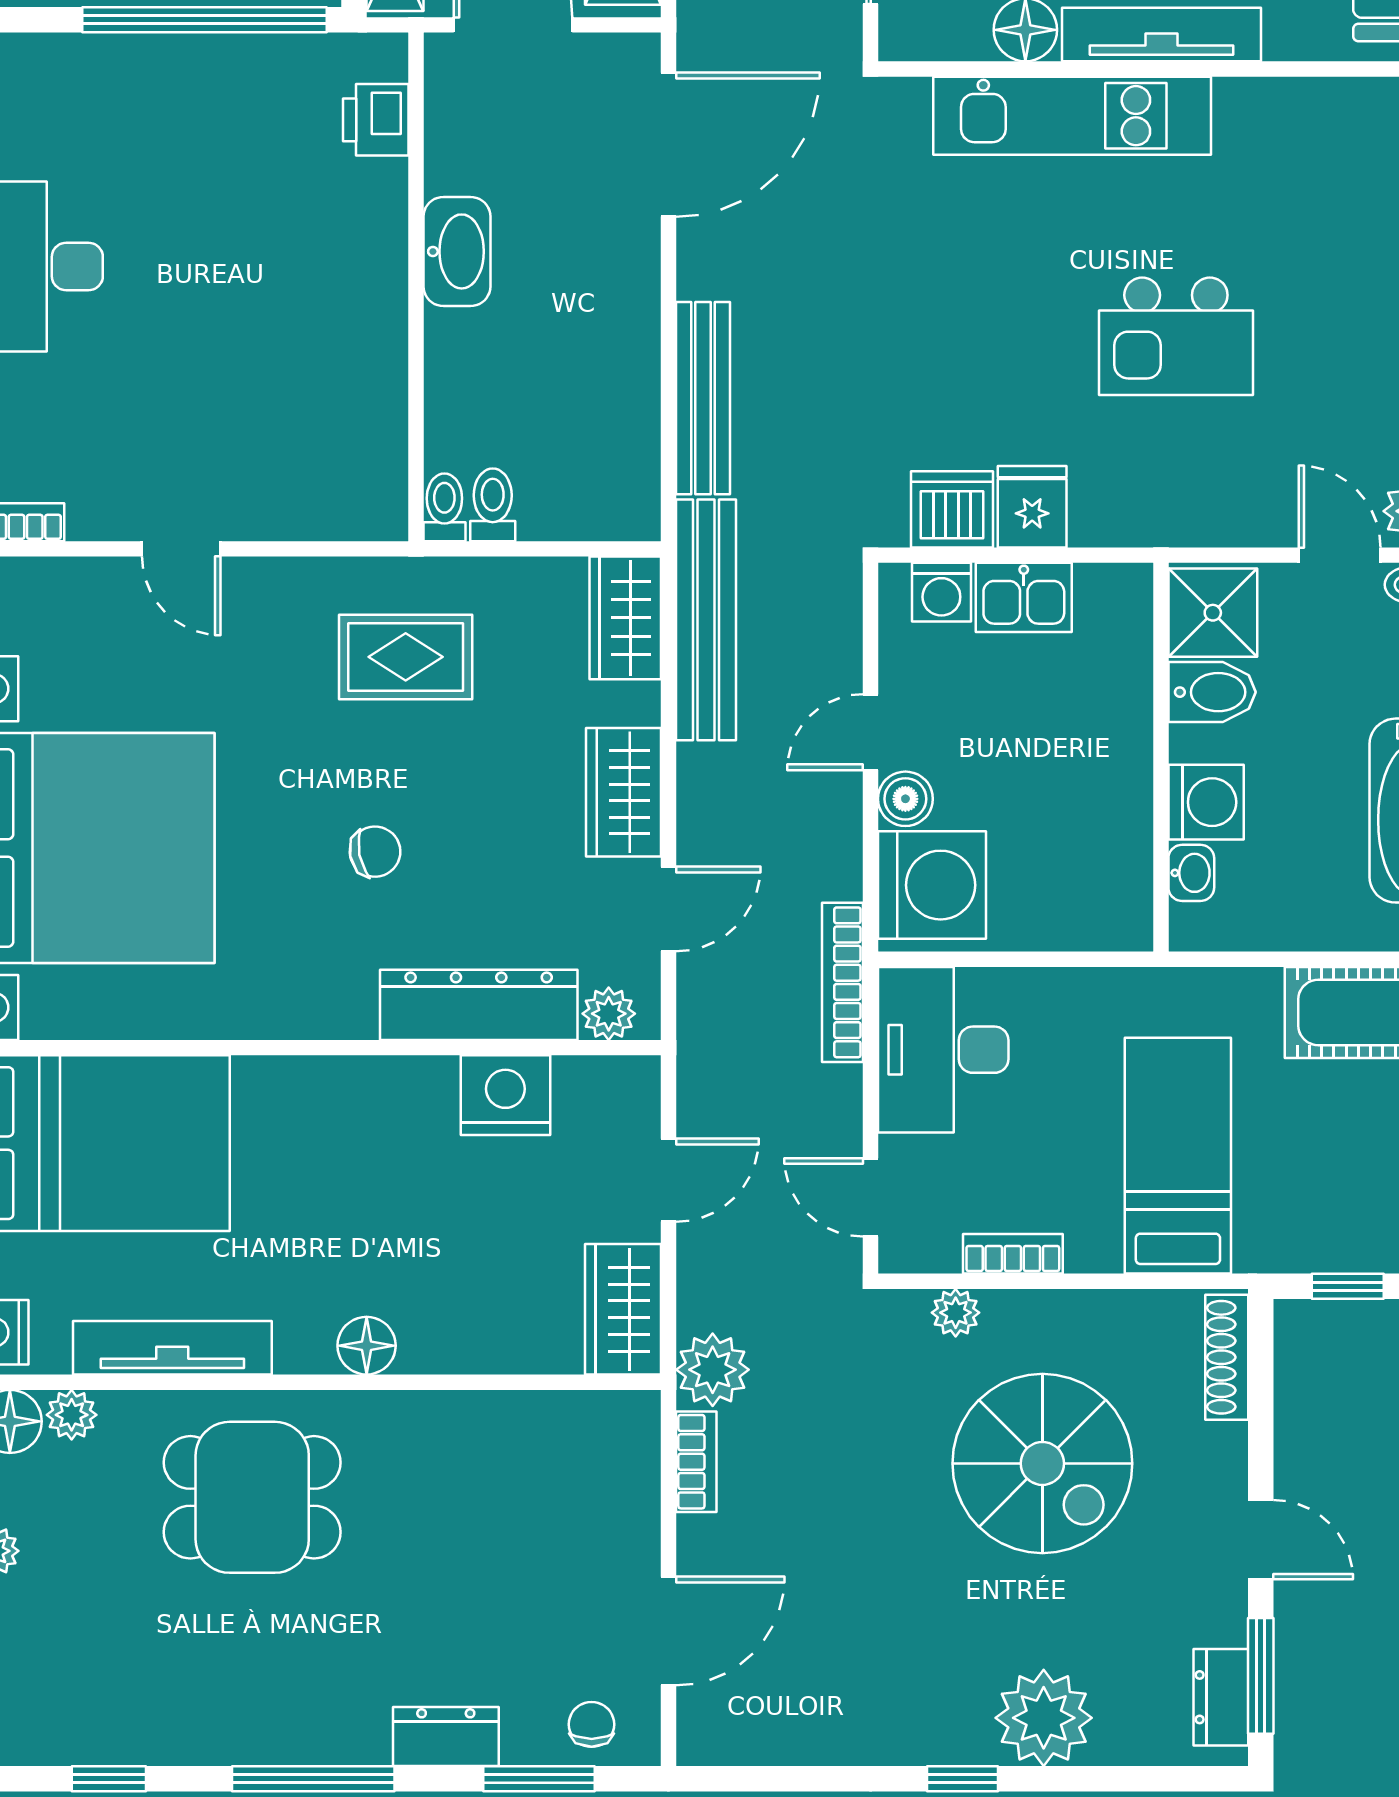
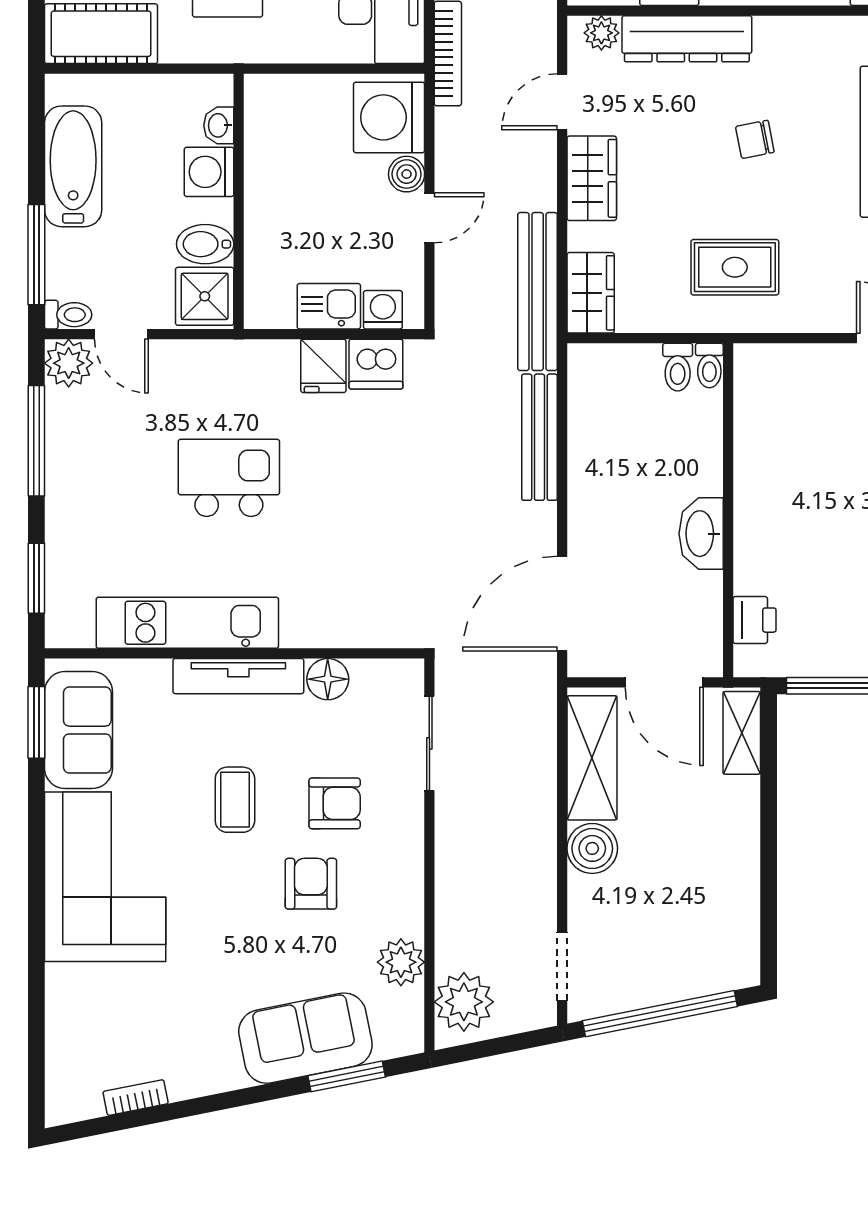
kitchen unit: (1072, 116) -> (187, 623), moved

